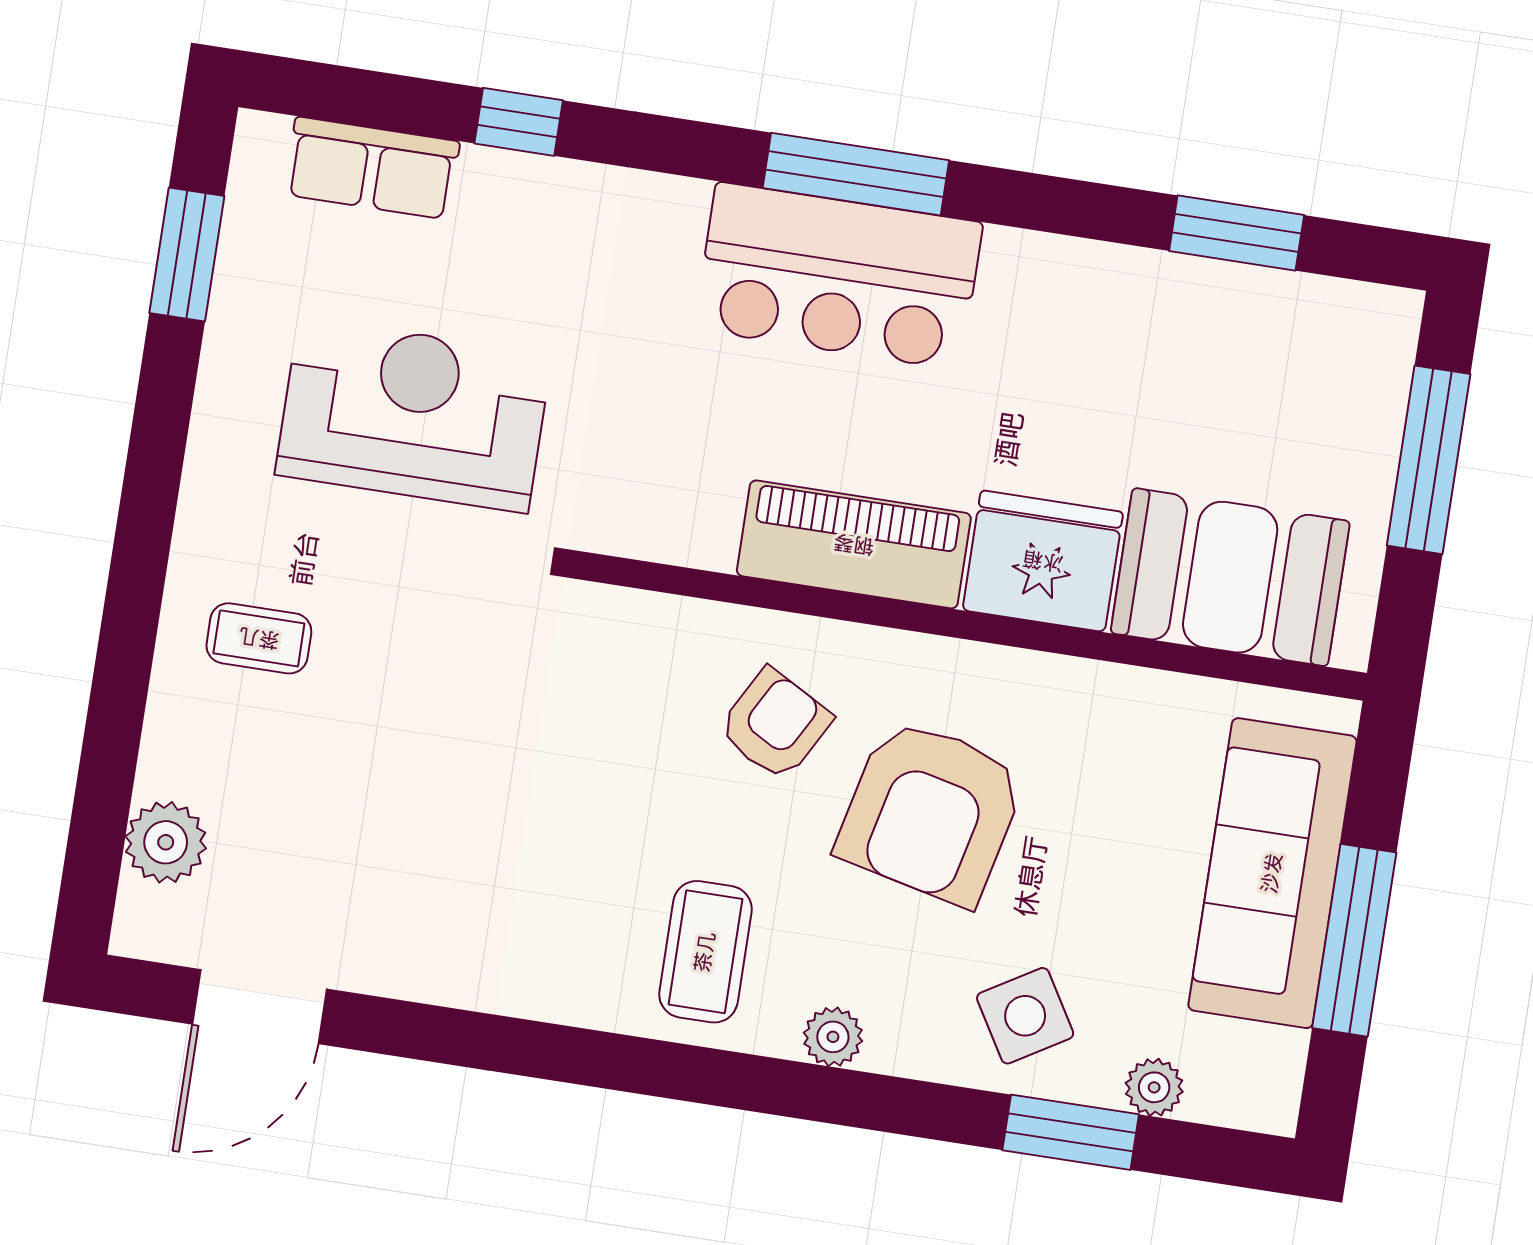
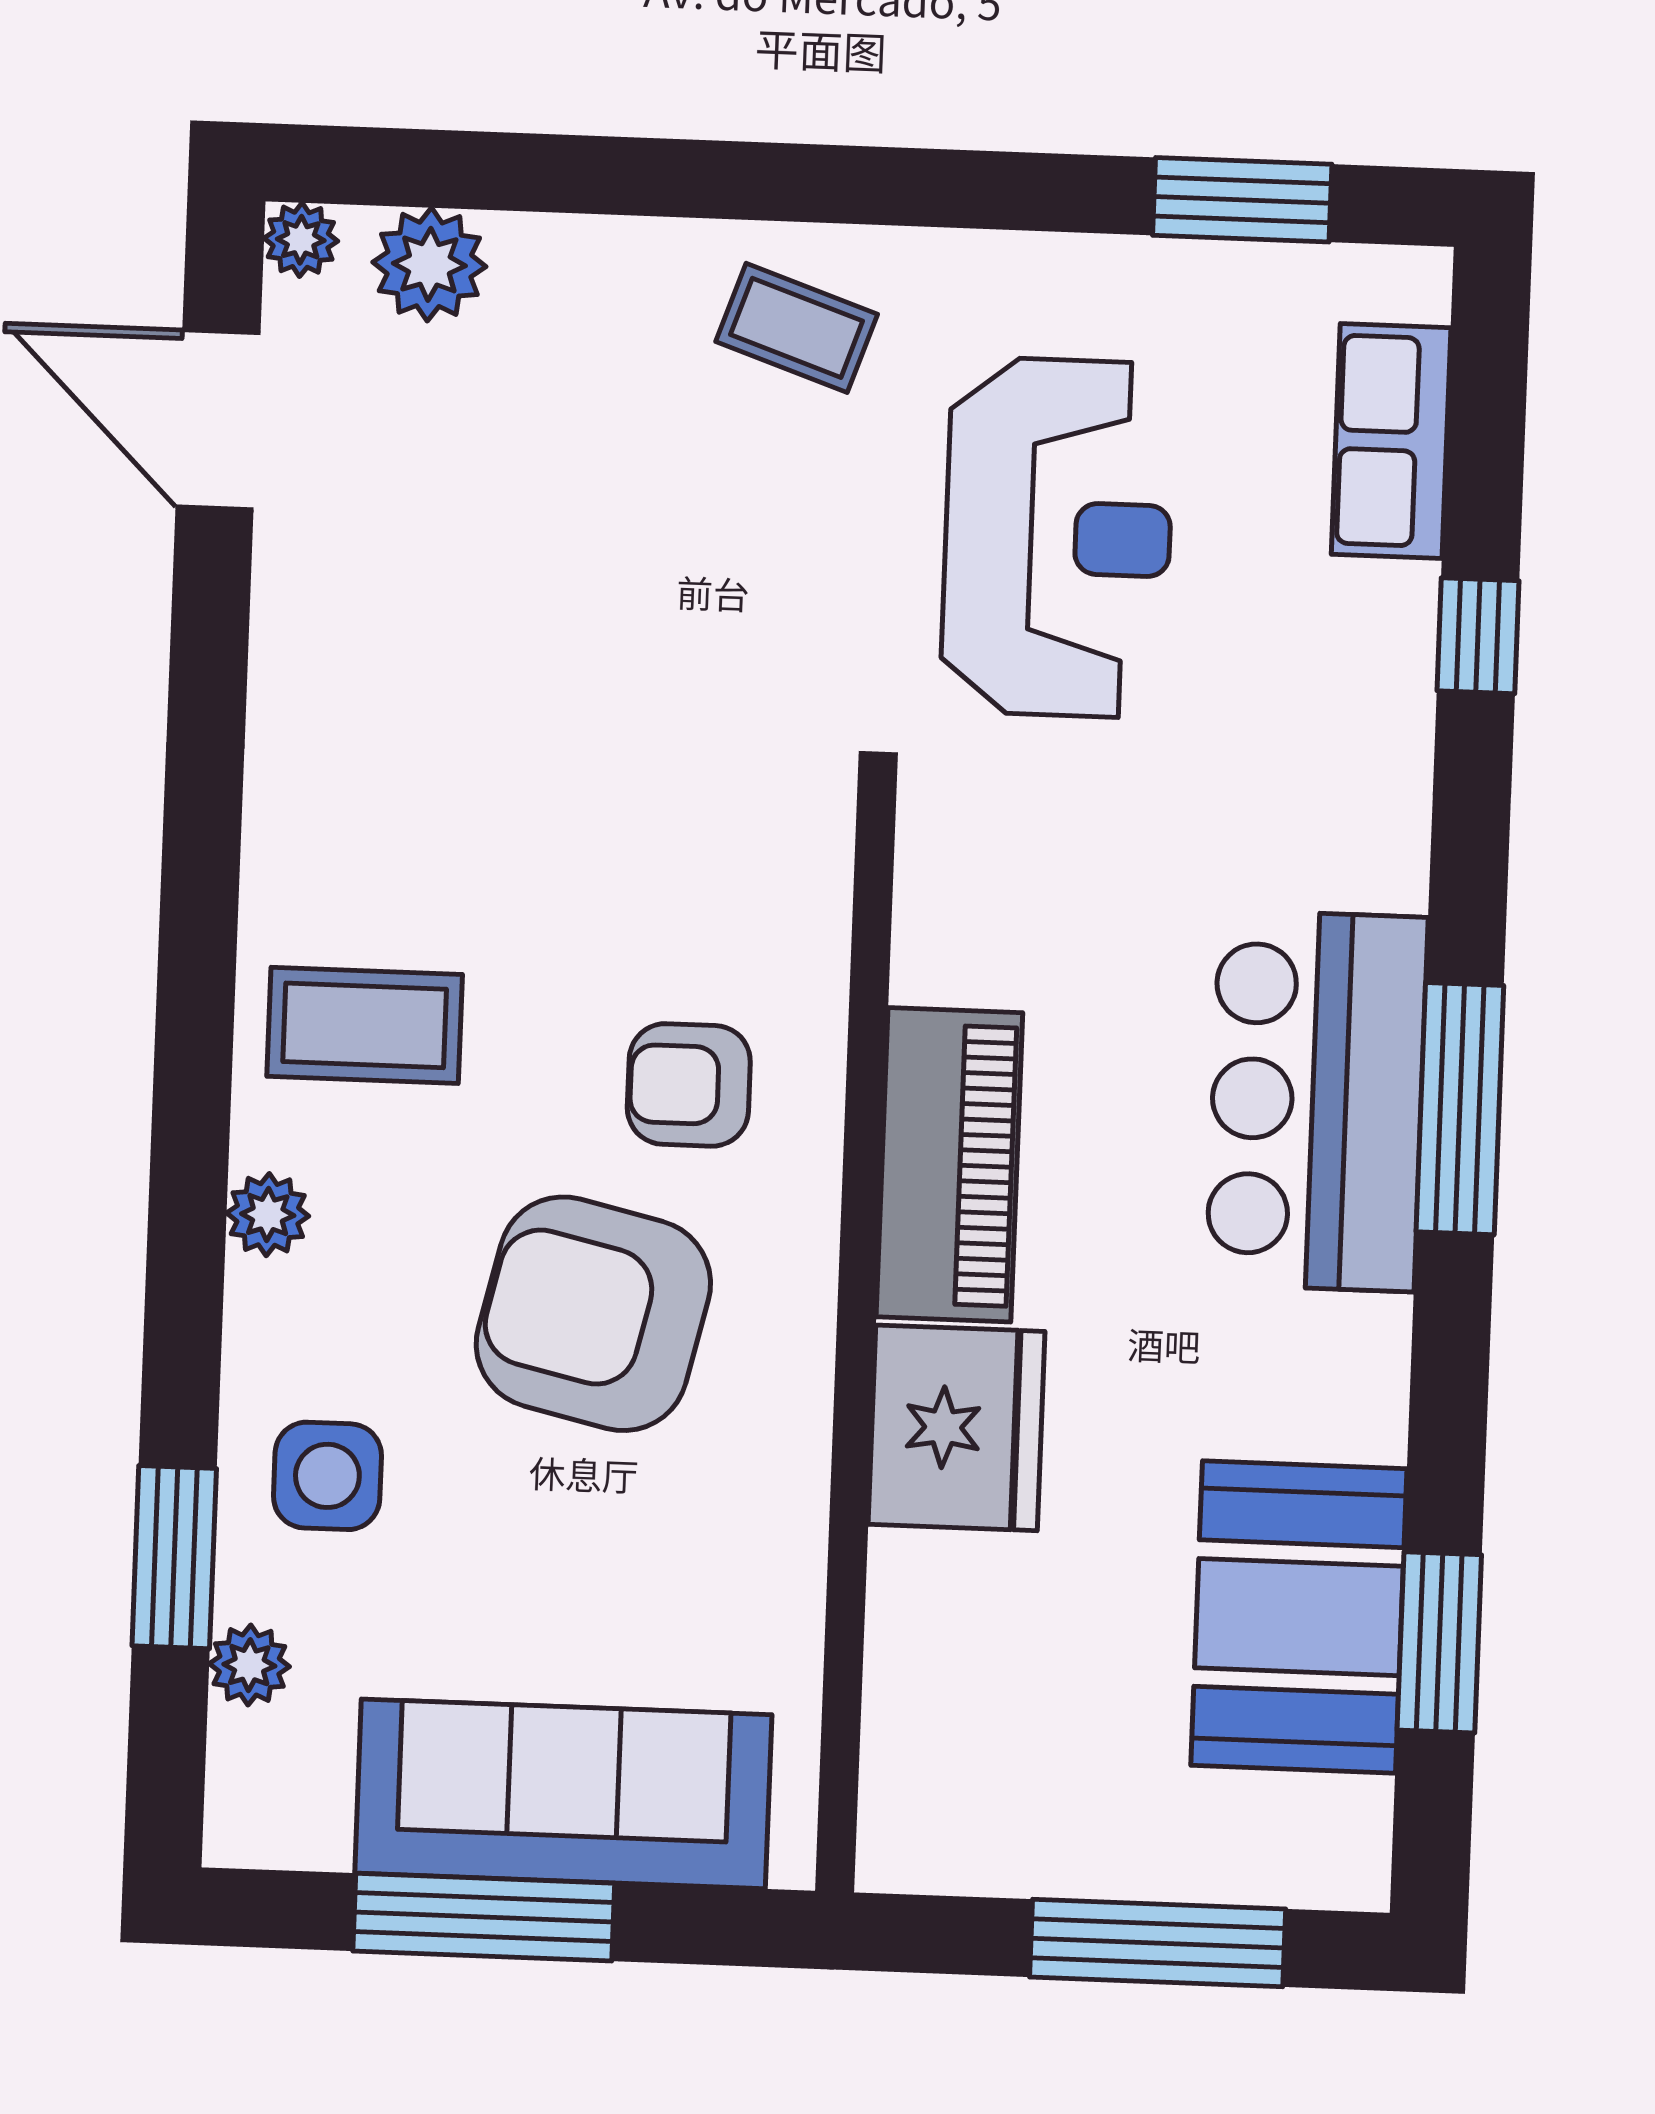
booth: (1230, 577) -> (1299, 1617), moved
coffee table: (259, 638) -> (797, 328), moved, turned -71
armchair: (775, 724) -> (689, 1085), turned 151
plant: (137, 932) -> (301, 240), added
side table: (1025, 1016) -> (327, 1476), turned 31

